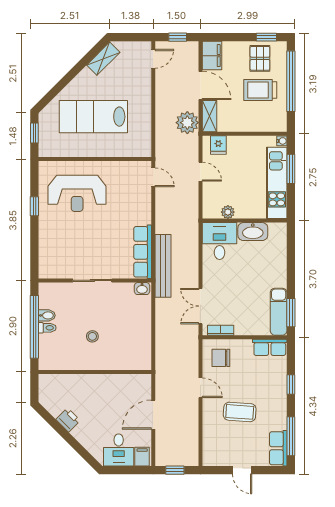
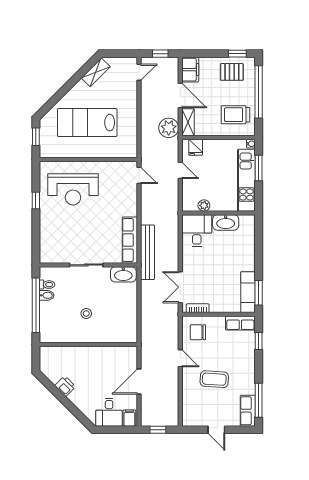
pallet: (260, 58) -> (232, 72), turned 90
trolley: (260, 90) -> (236, 115), moved
washbasin: (142, 289) -> (123, 274), width x1.91, depth x1.45
toilet: (47, 328) -> (47, 285), moved
window: (291, 385) -> (259, 341), moved

